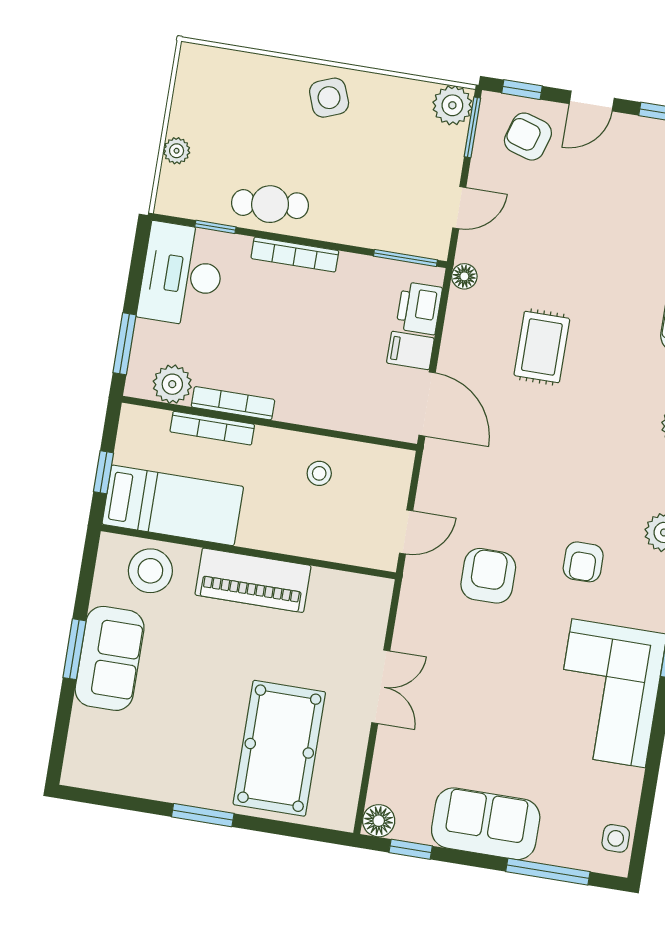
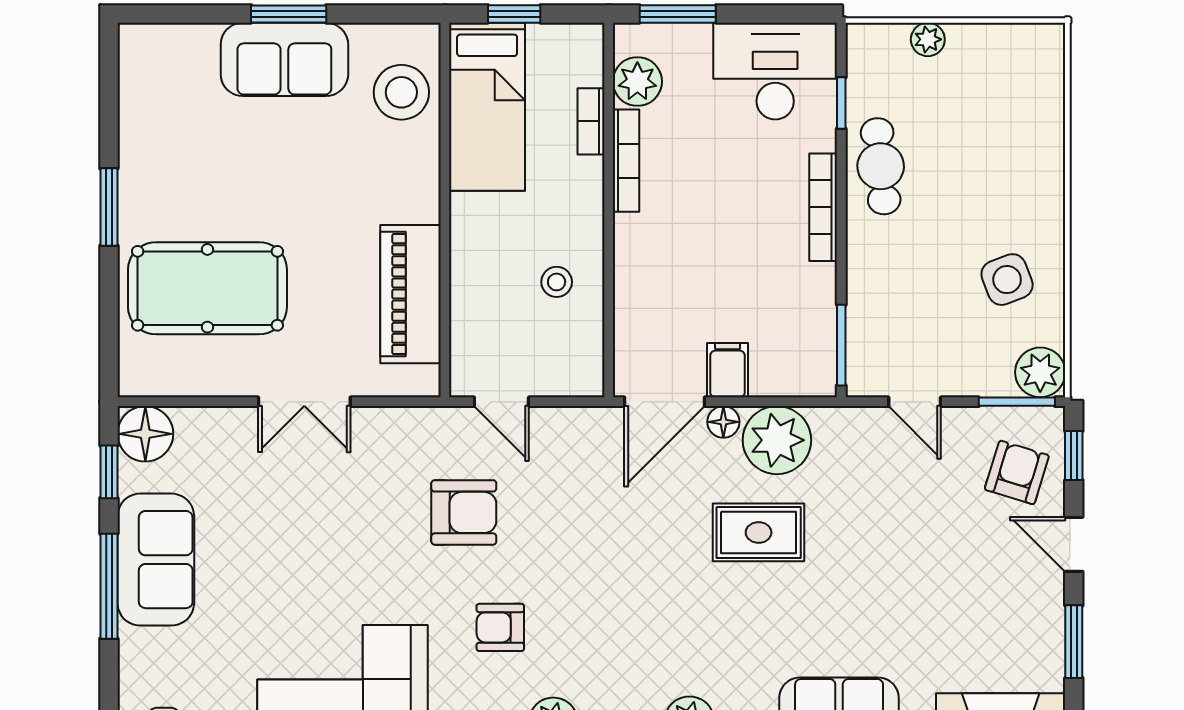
side table: (329, 98) -> (1007, 280), moved
floor lamp: (464, 276) -> (723, 422), moved
printer: (419, 308) -> (782, 372), removed
plant: (472, 321) -> (777, 440), added
bookcase: (212, 428) -> (591, 121), width x0.64
piano: (253, 580) -> (411, 294), moved
floor lamp: (379, 821) -> (145, 434), width x1.38, depth x1.38
window: (548, 872) -> (109, 586), moved

